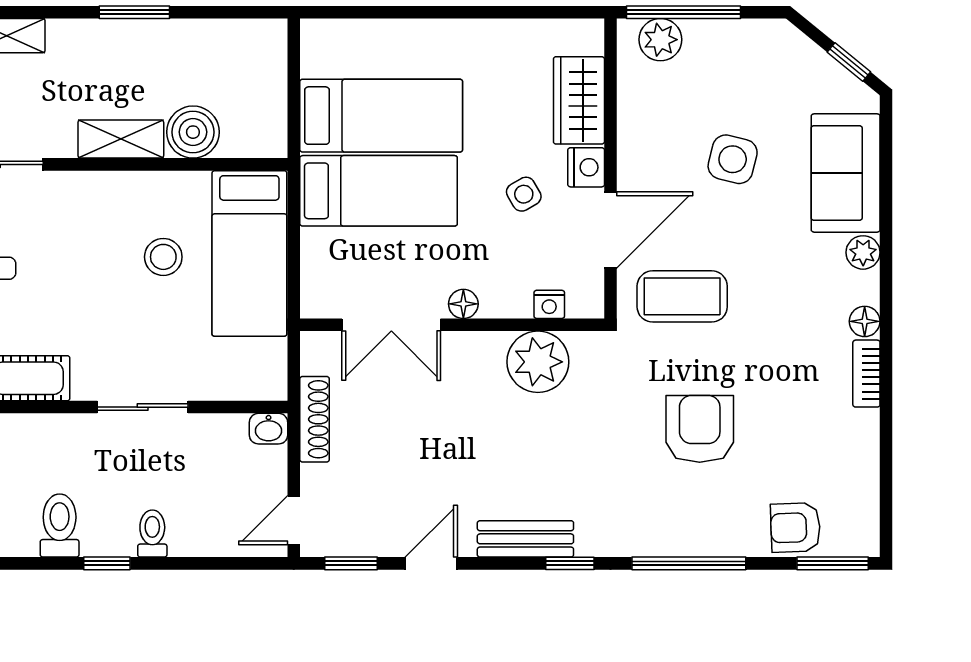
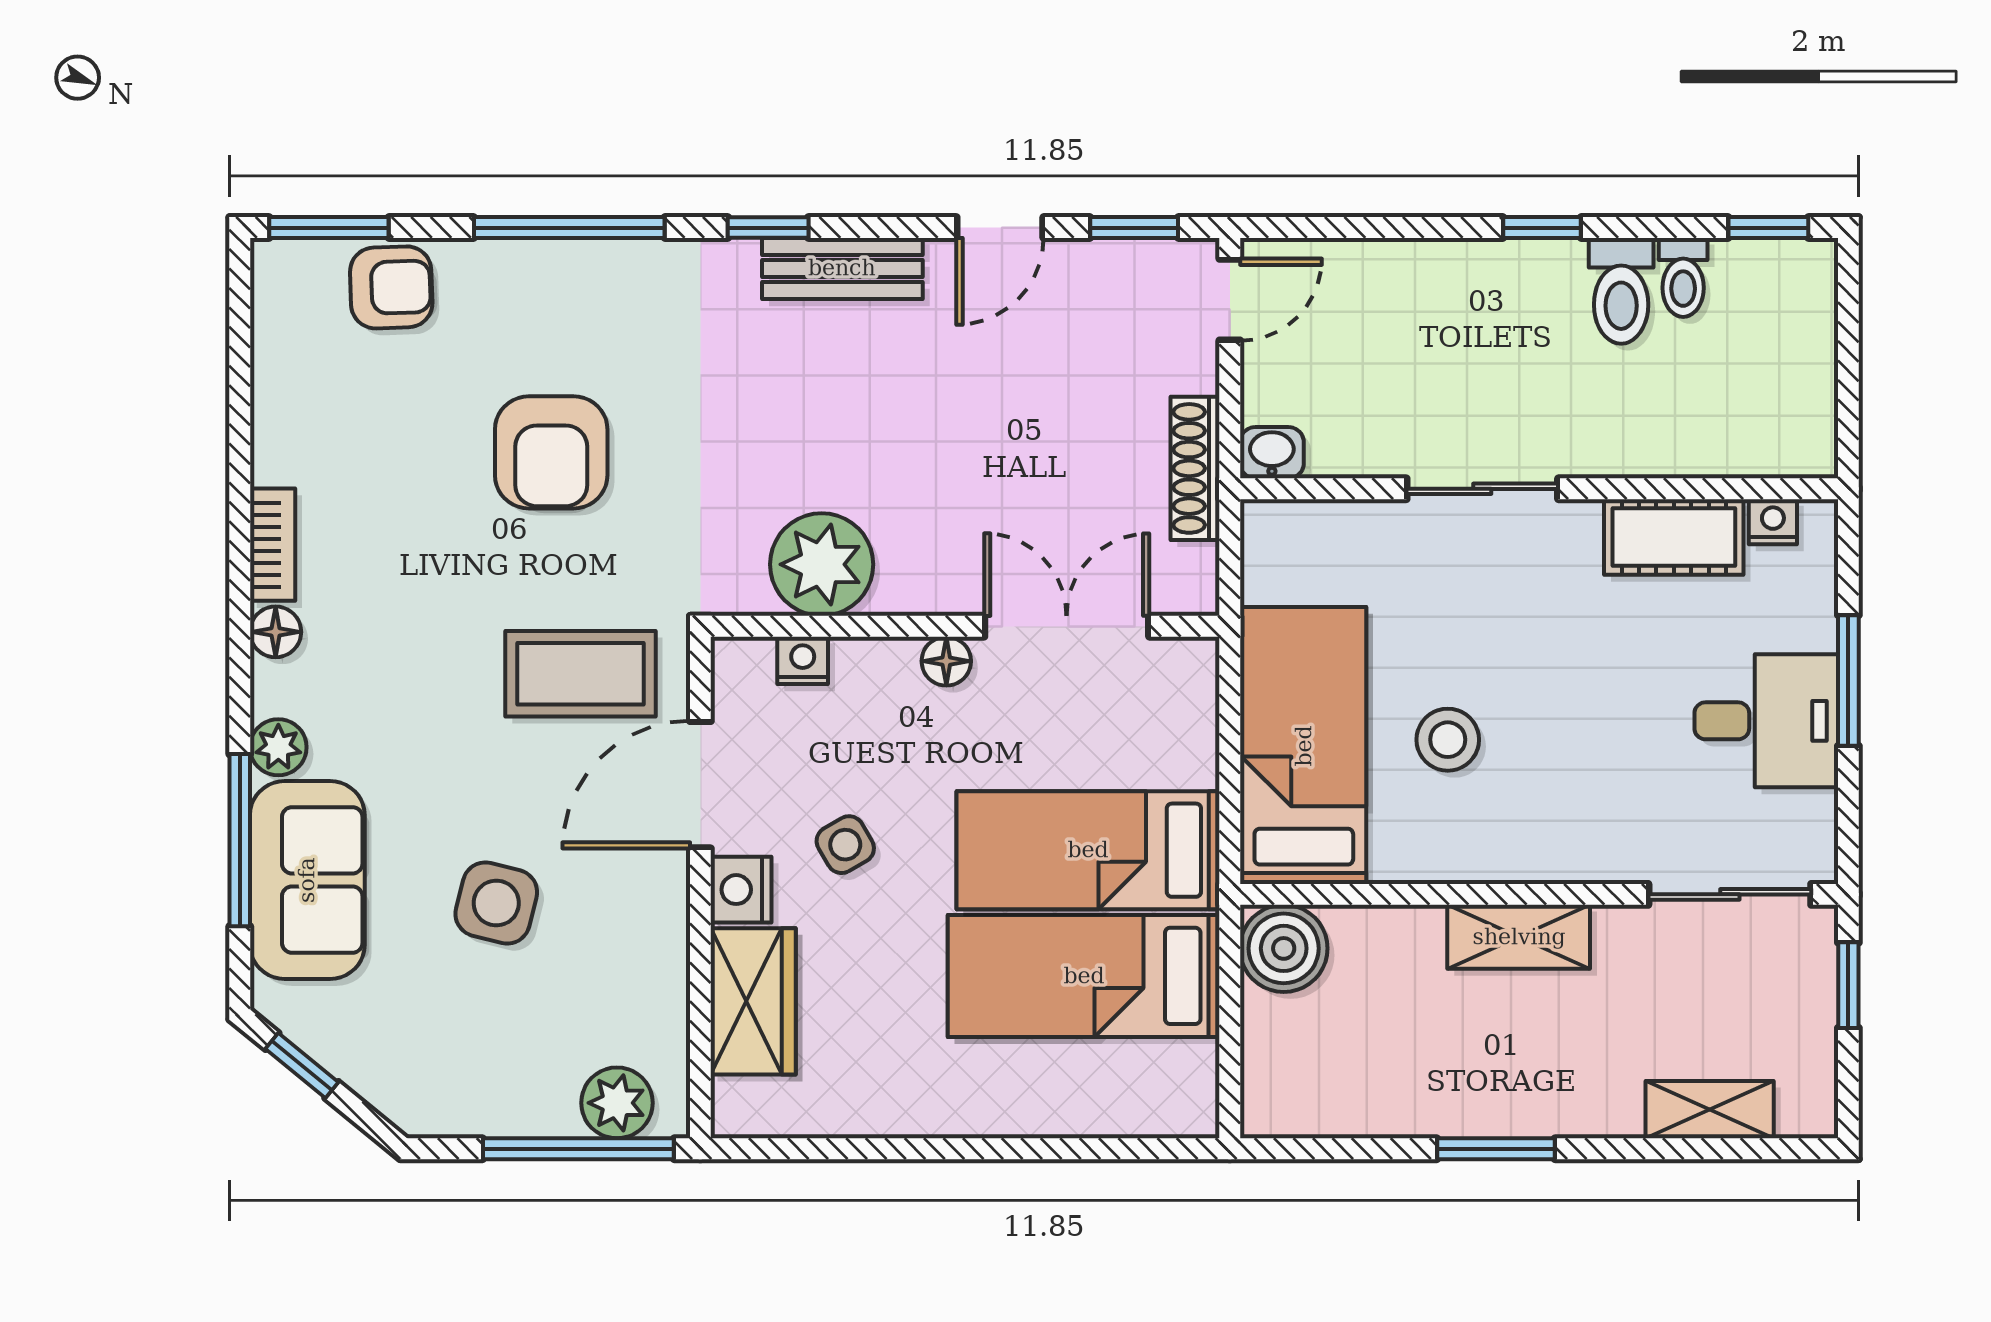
boiler: (193, 132) -> (1284, 948), moved
window: (886, 197) -> (240, 840), added
toilet: (152, 533) -> (1683, 277), moved

